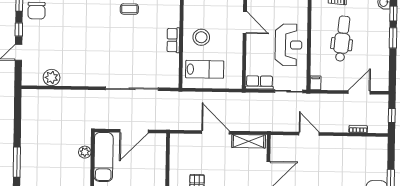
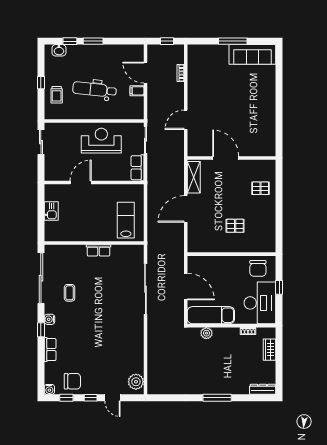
stool: (201, 37) -> (95, 224), removed
plant: (52, 77) -> (136, 382), moved
filing cabinet: (316, 83) -> (137, 91), moved

